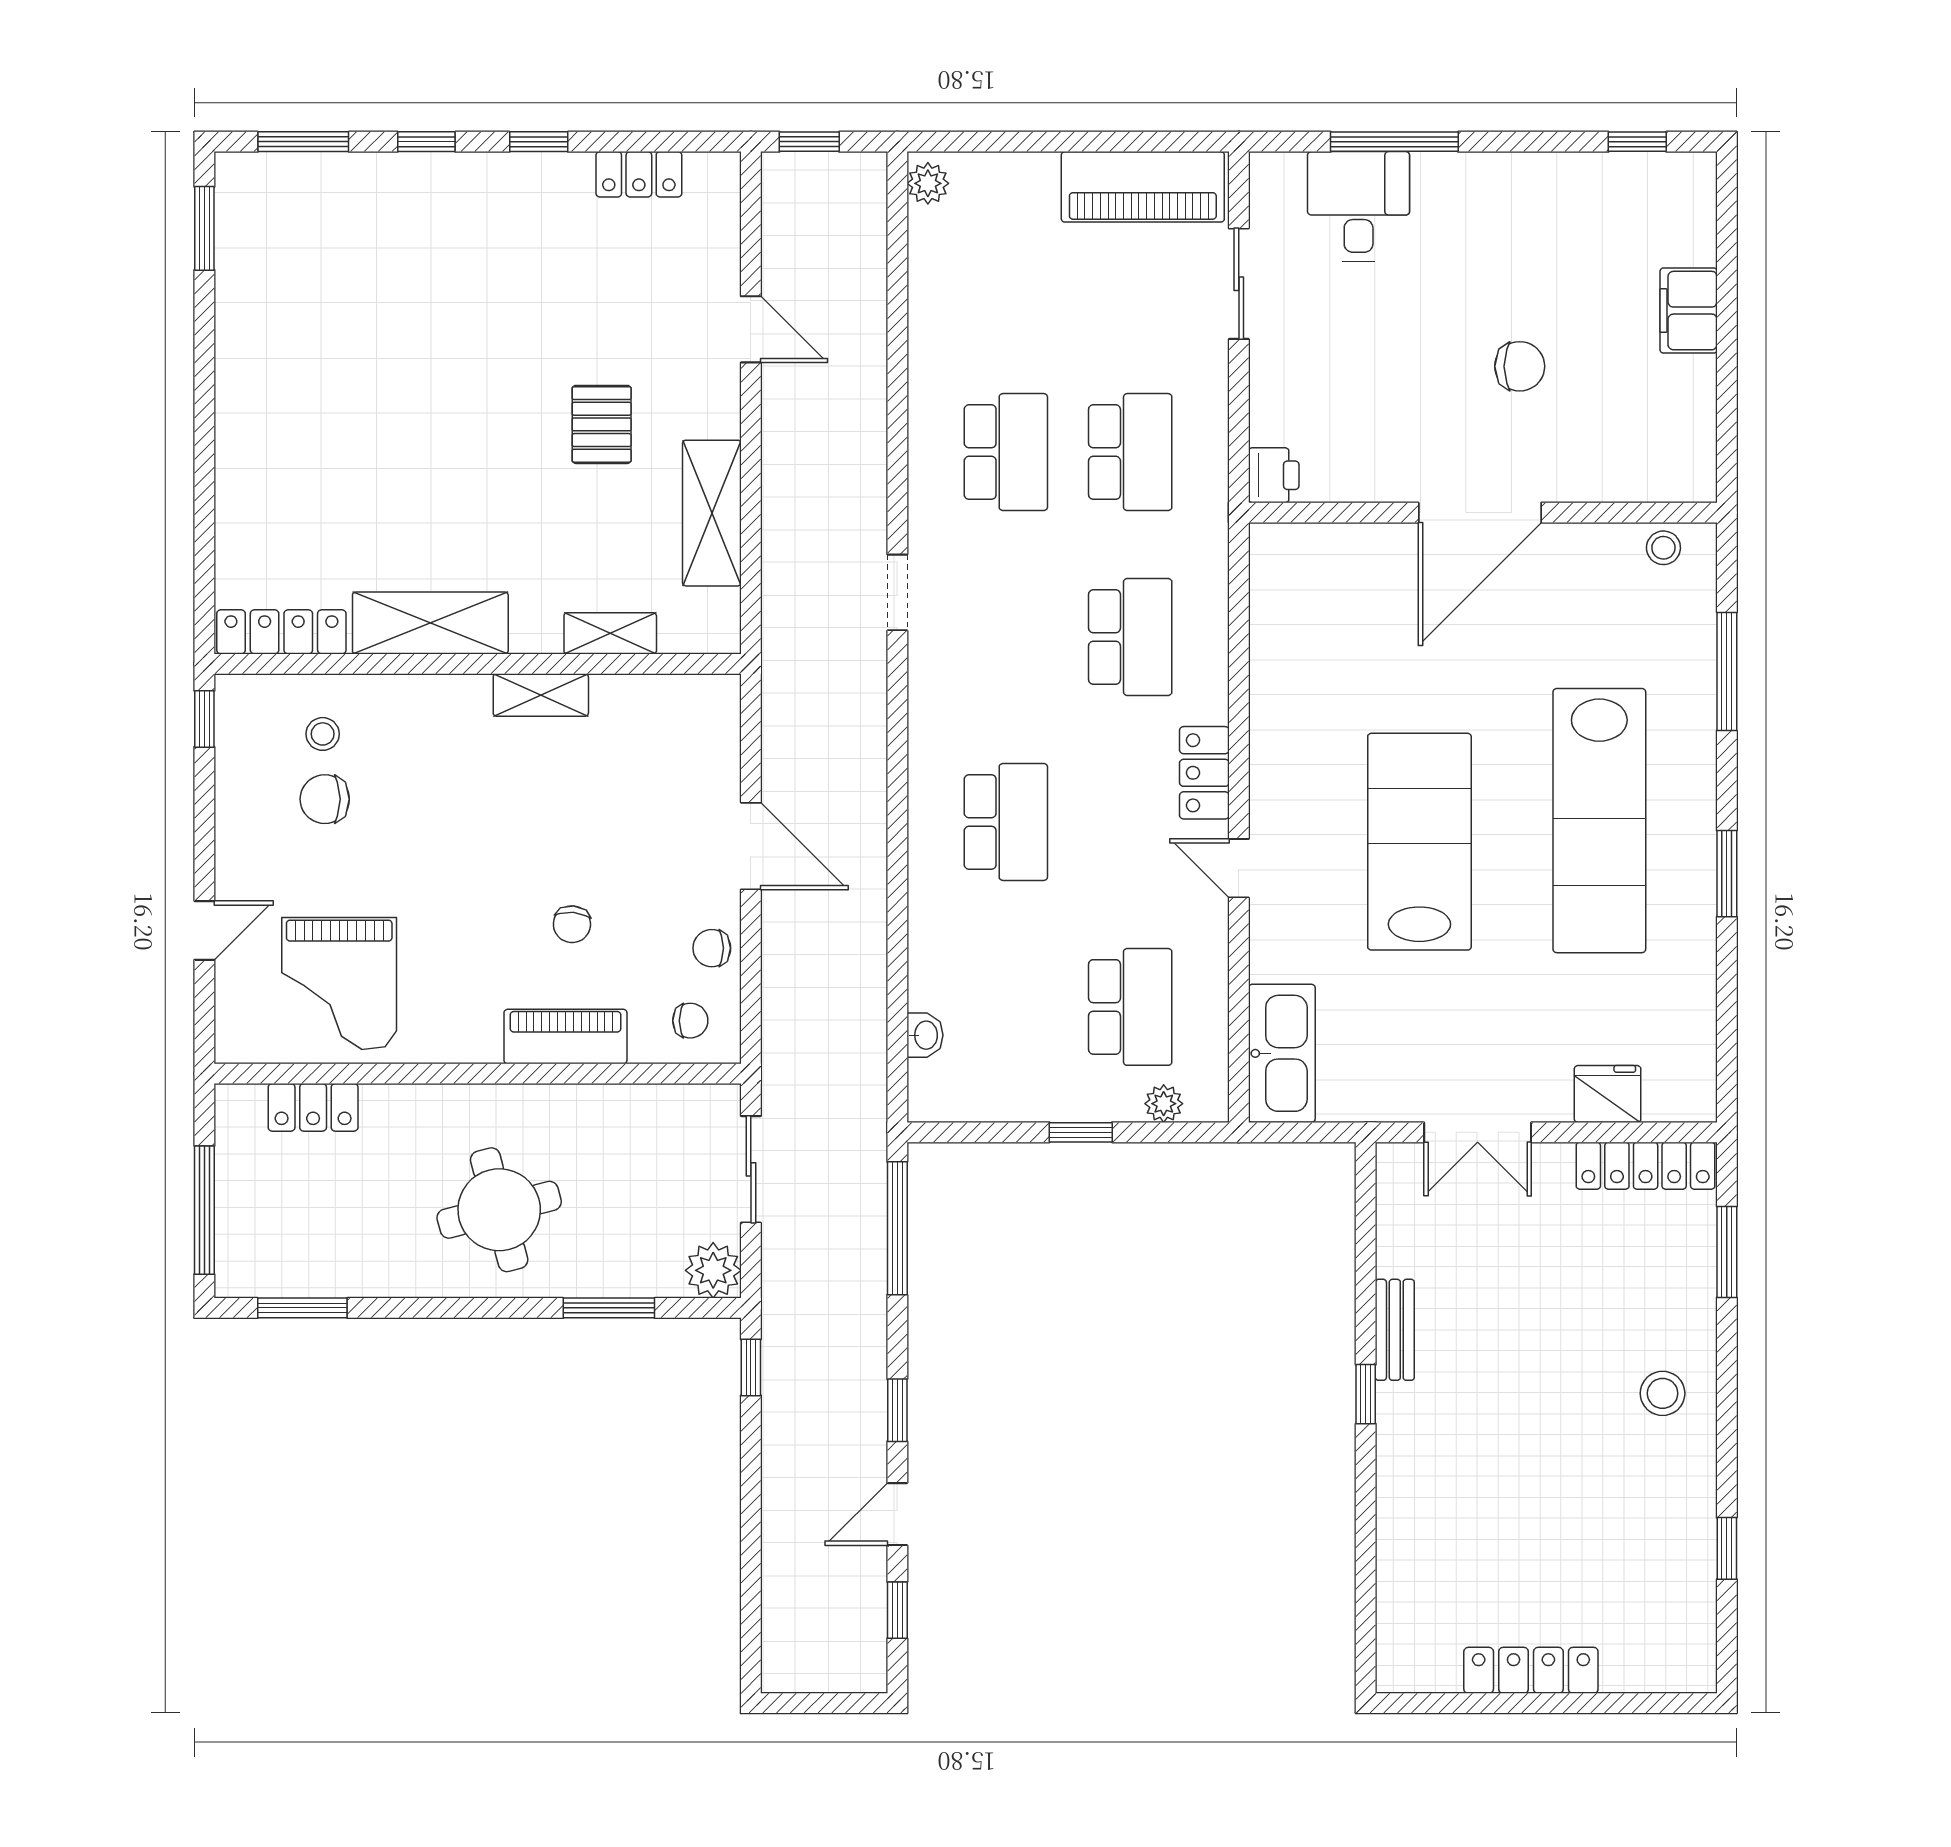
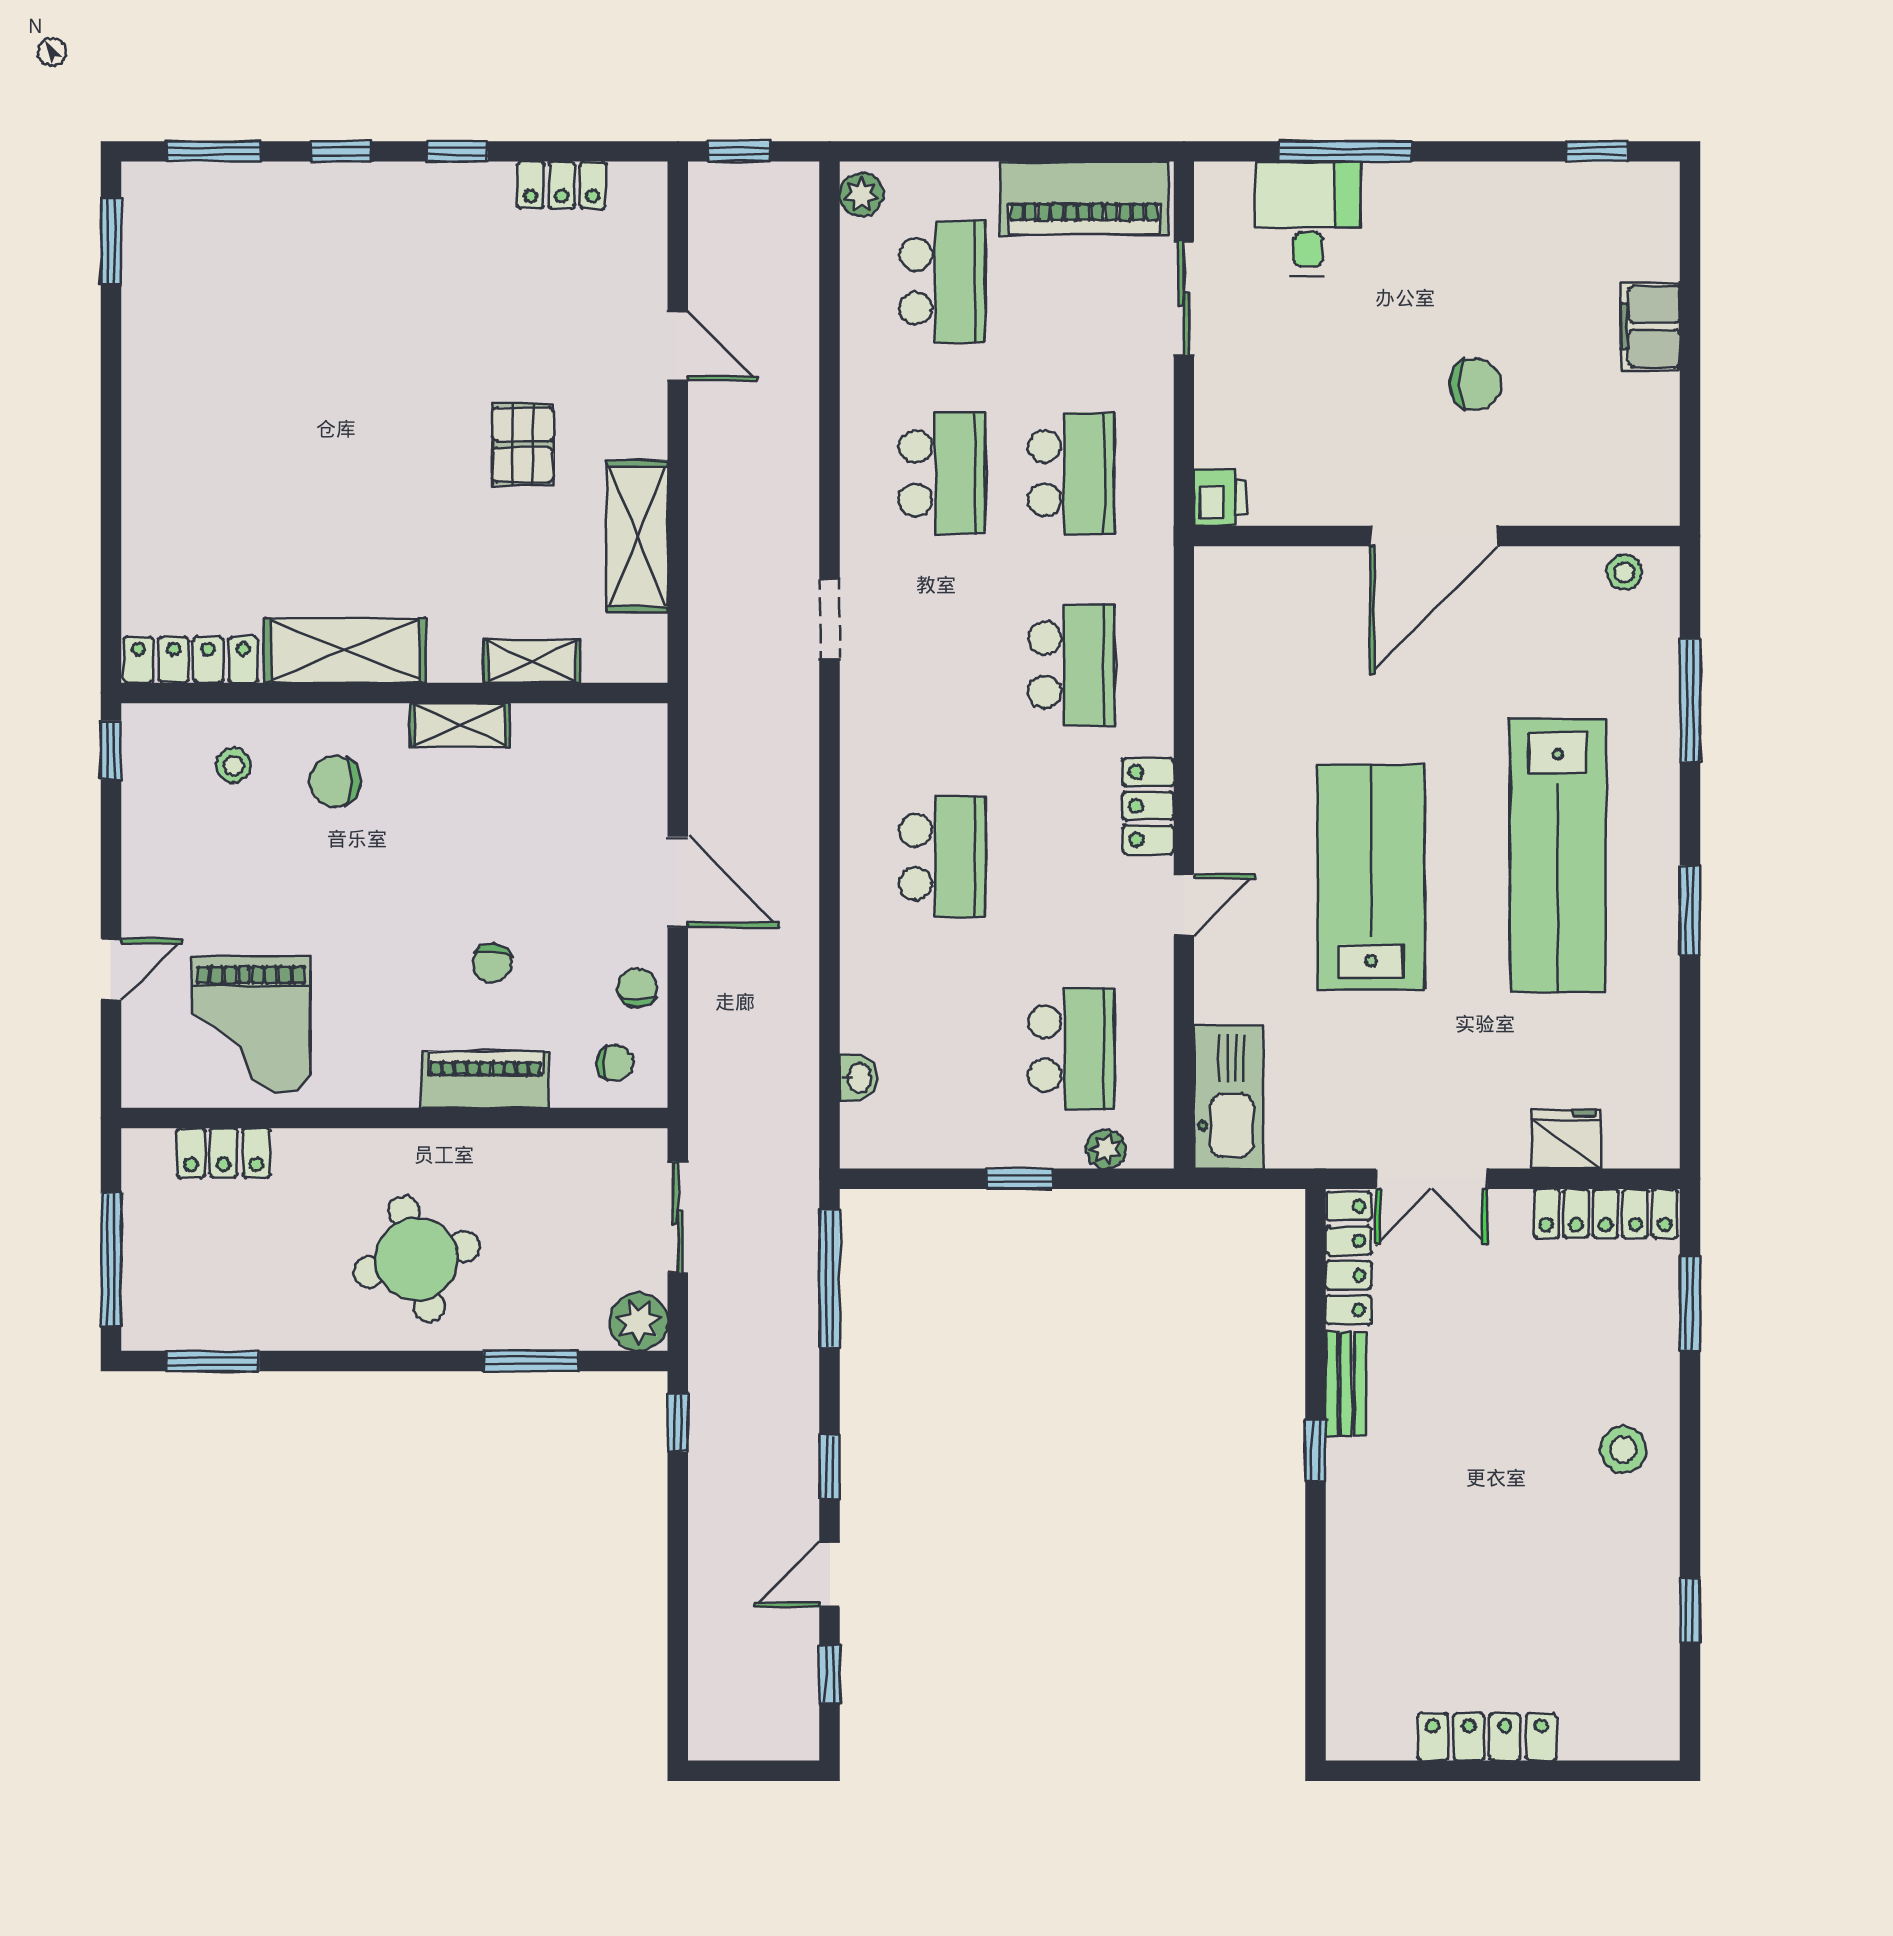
school desk: (1006, 267) -> (942, 281), added
chair: (325, 799) -> (335, 781), moved
door: (1239, 868) -> (1184, 905), swing flipped
chair: (712, 948) -> (637, 988), turned 90
locker: (1398, 1209) -> (1348, 1258), added

